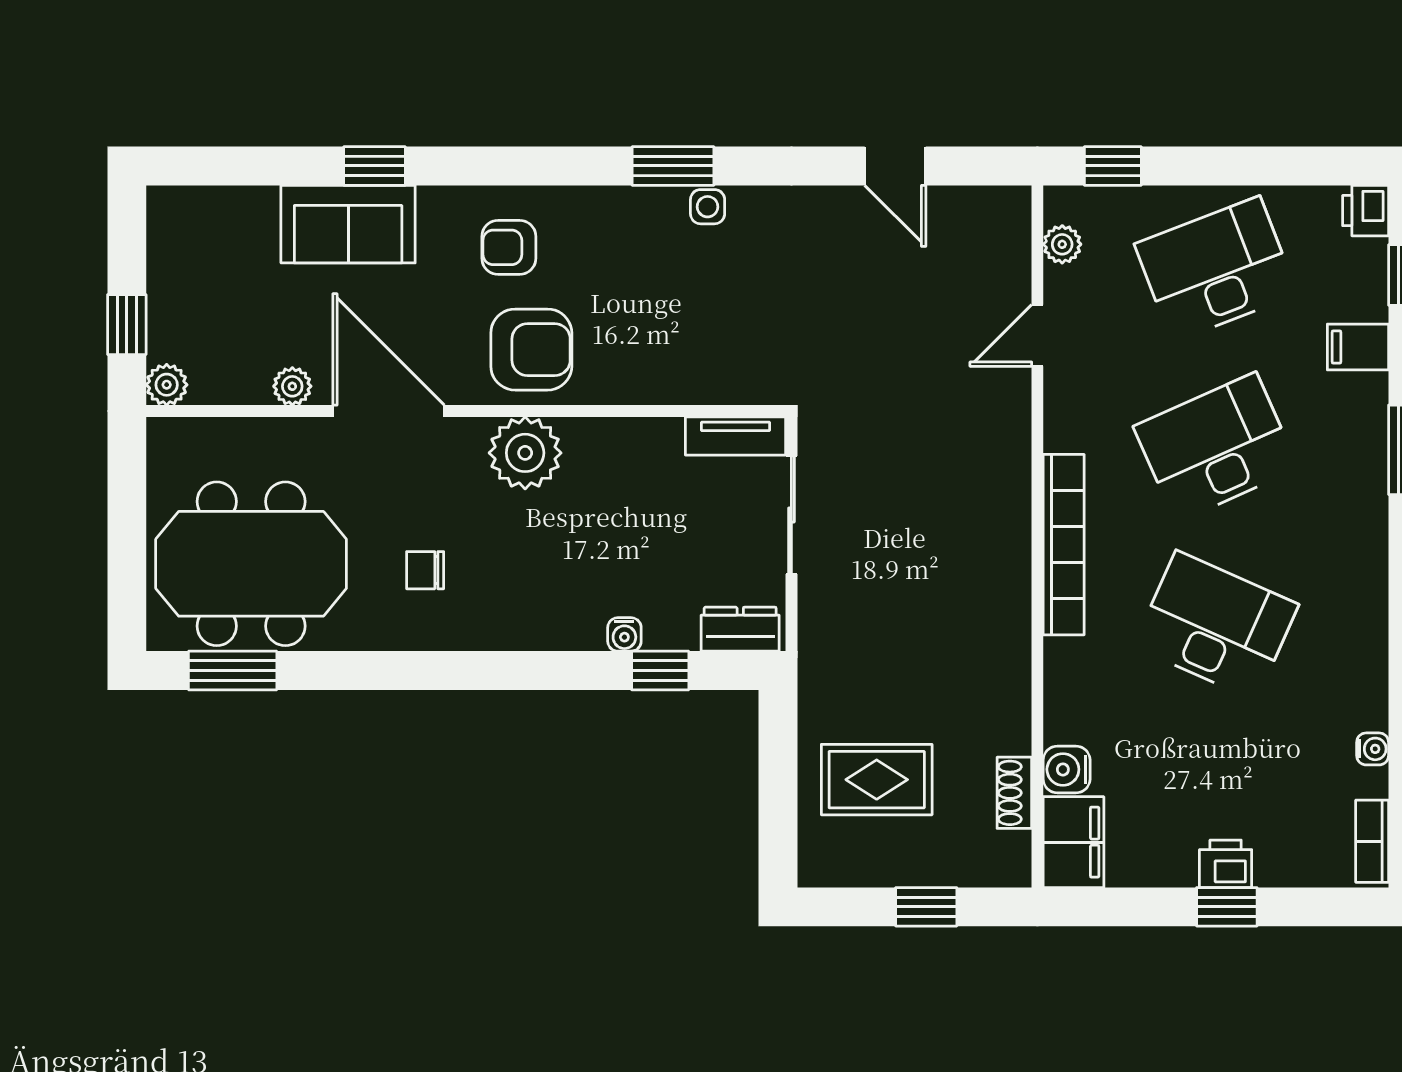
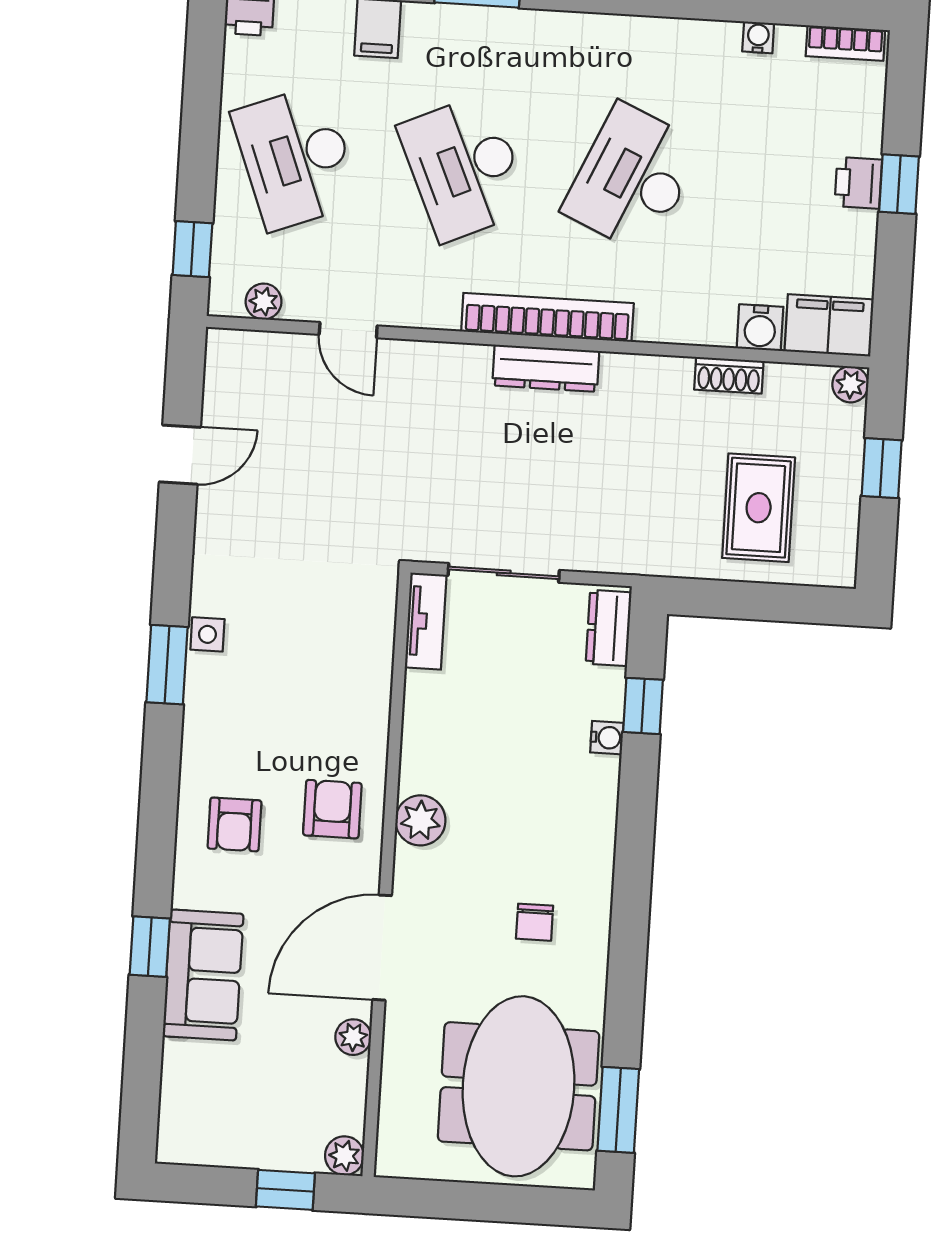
armchair: (531, 350) -> (332, 809), width x0.72, depth x0.72
plant: (525, 453) -> (420, 820), width x0.73, depth x0.73
dresser: (1010, 546) -> (546, 368), added
shoe rack: (1014, 793) -> (729, 375), moved
plant: (1013, 868) -> (850, 384), added

